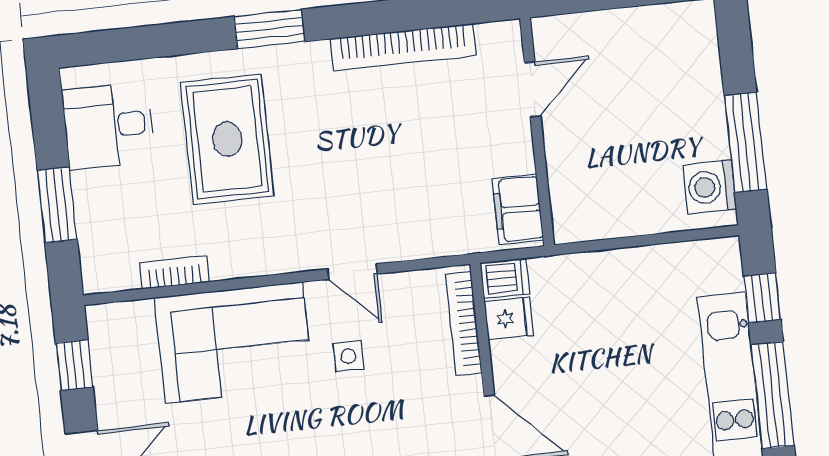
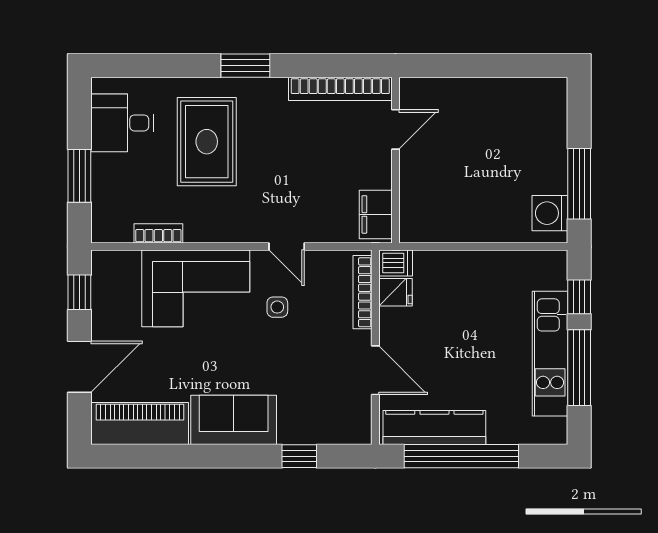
door: (533, 89) -> (395, 129), moved
wall: (537, 132) -> (395, 160), moved
filing cabinet: (518, 209) -> (376, 214), moved

